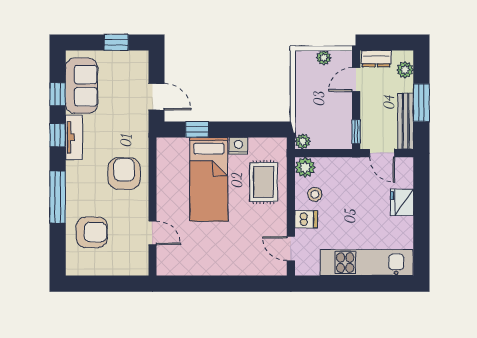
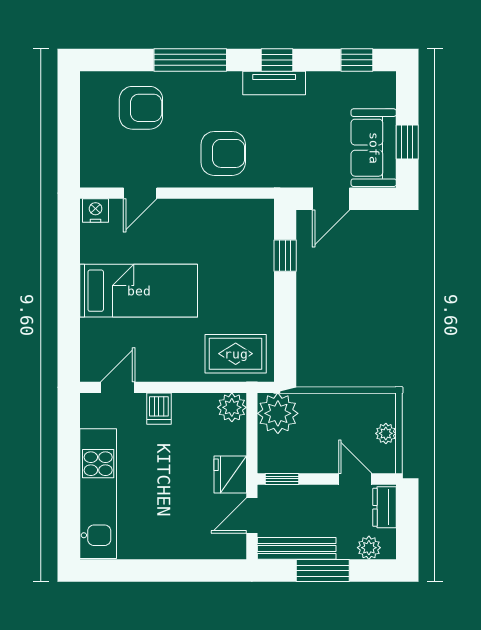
sofa: (82, 86) -> (374, 148), moved, turned 90
window: (58, 94) -> (357, 60), moved
plant: (303, 141) -> (278, 413), width x1.88, depth x1.88
nightstand: (238, 146) -> (96, 211), moved, turned -90
bed: (209, 179) -> (139, 291), moved, turned 180
rug: (264, 182) -> (236, 354), moved
stool: (315, 194) -> (194, 421), removed
fridge: (402, 202) -> (230, 474), moved, turned -90
armchair: (92, 232) -> (141, 108), turned -90

